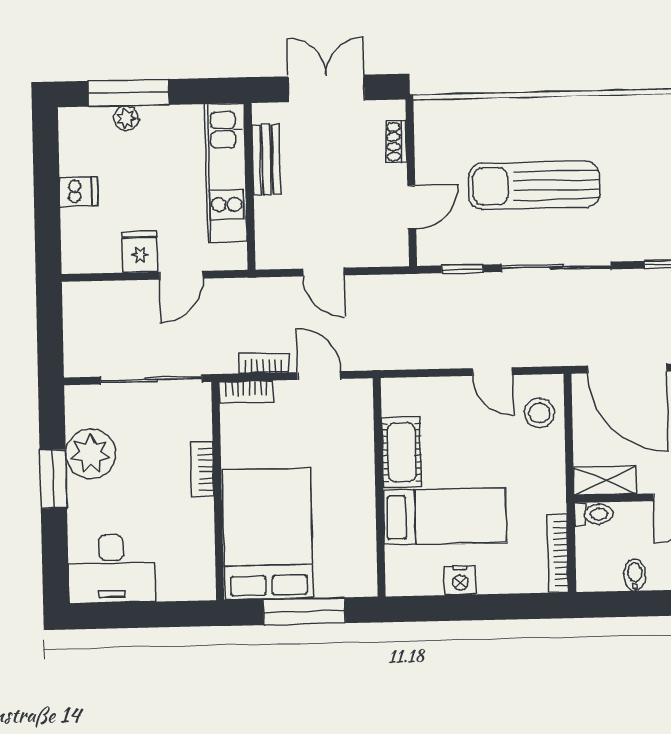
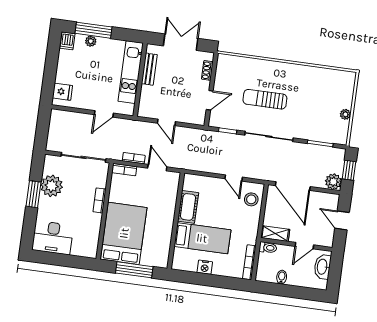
sun lounger: (534, 185) -> (265, 99), width x0.73, depth x0.75
dishwasher: (79, 192) -> (67, 41), moved, turned 90
fridge: (140, 252) -> (62, 92), moved, turned 90

